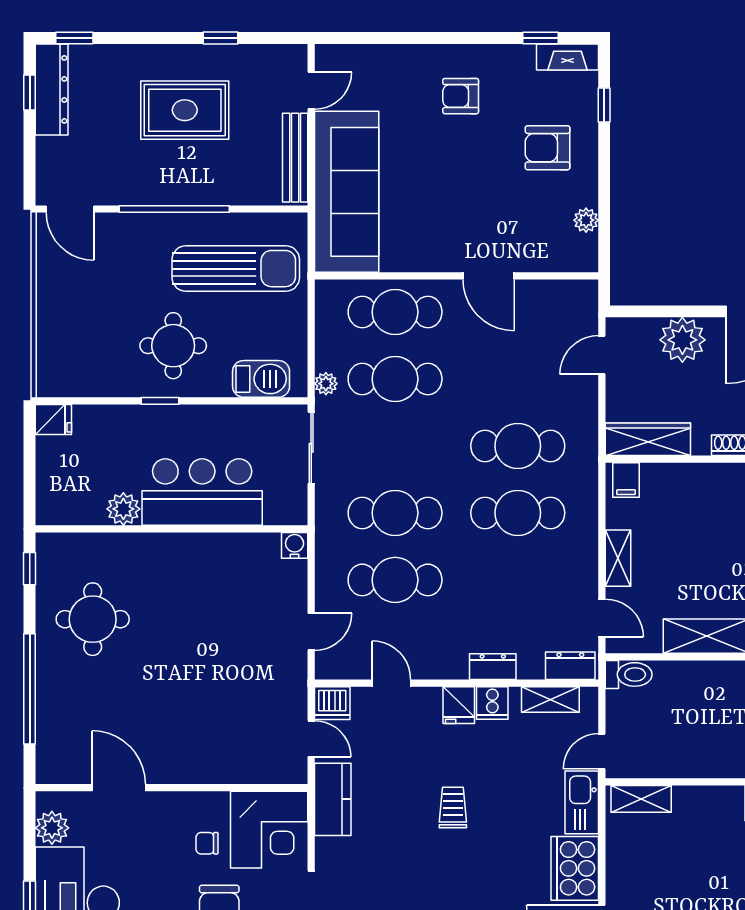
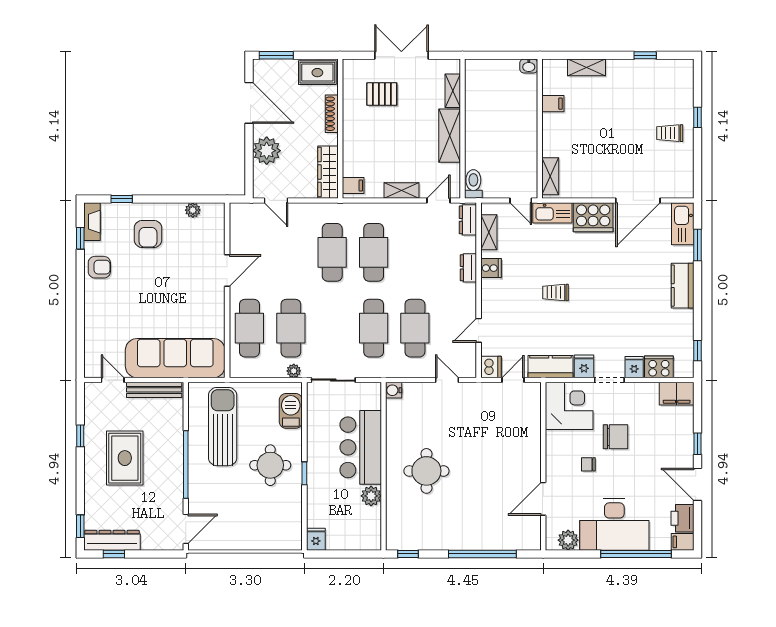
armchair: (461, 96) -> (99, 267), moved, turned -90
round table: (93, 619) -> (426, 471), moved
fridge: (459, 705) -> (584, 366), moved, turned -90
chair: (207, 843) -> (588, 464), moved, turned 90

